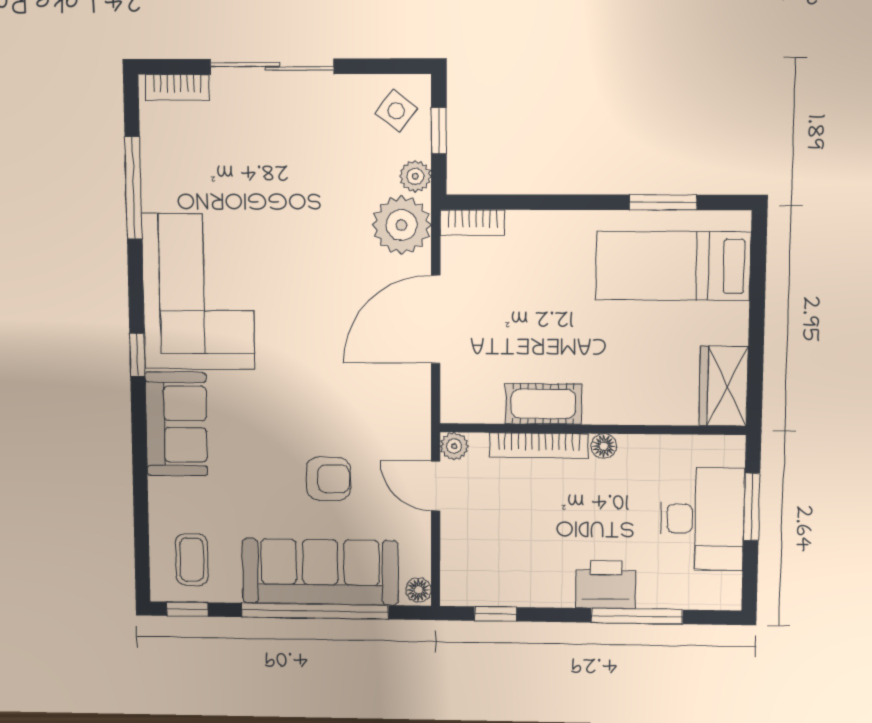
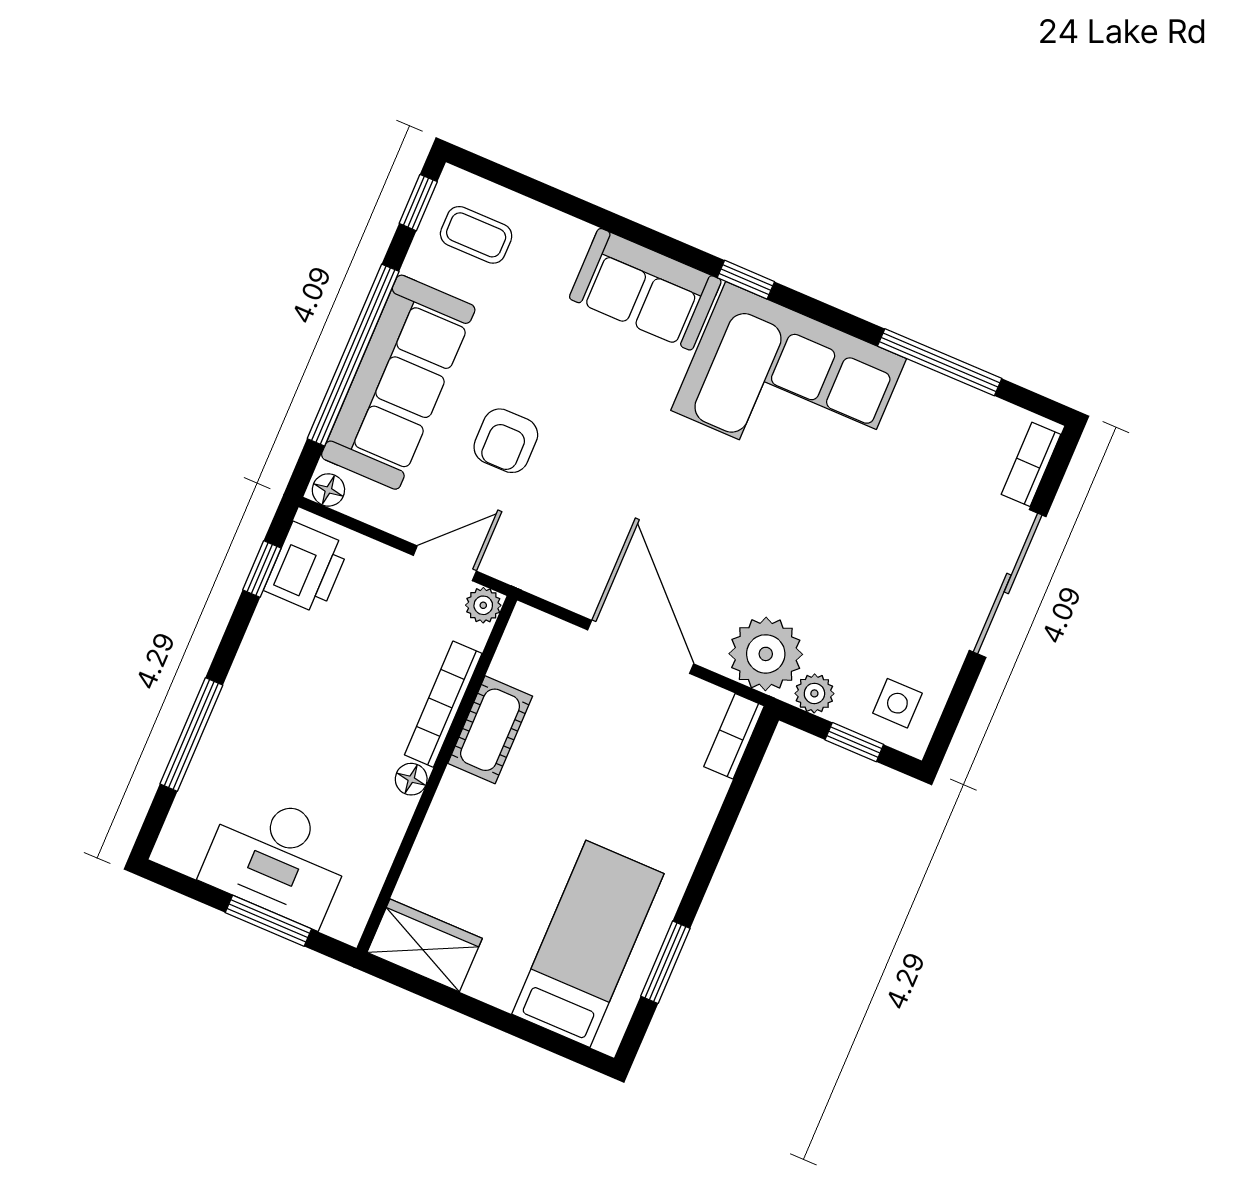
side table: (396, 111) -> (897, 703), turned -38
printer: (606, 585) -> (307, 568), moved

